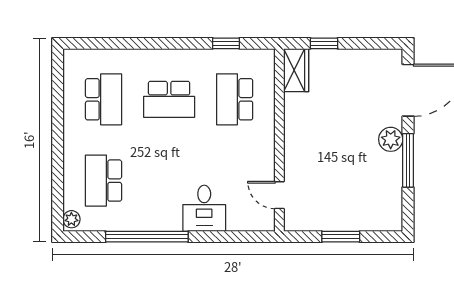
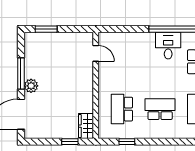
school desk: (235, 99) -> (122, 109), turned 180
desk: (204, 208) -> (168, 46), moved
window: (341, 237) -> (46, 29), moved

